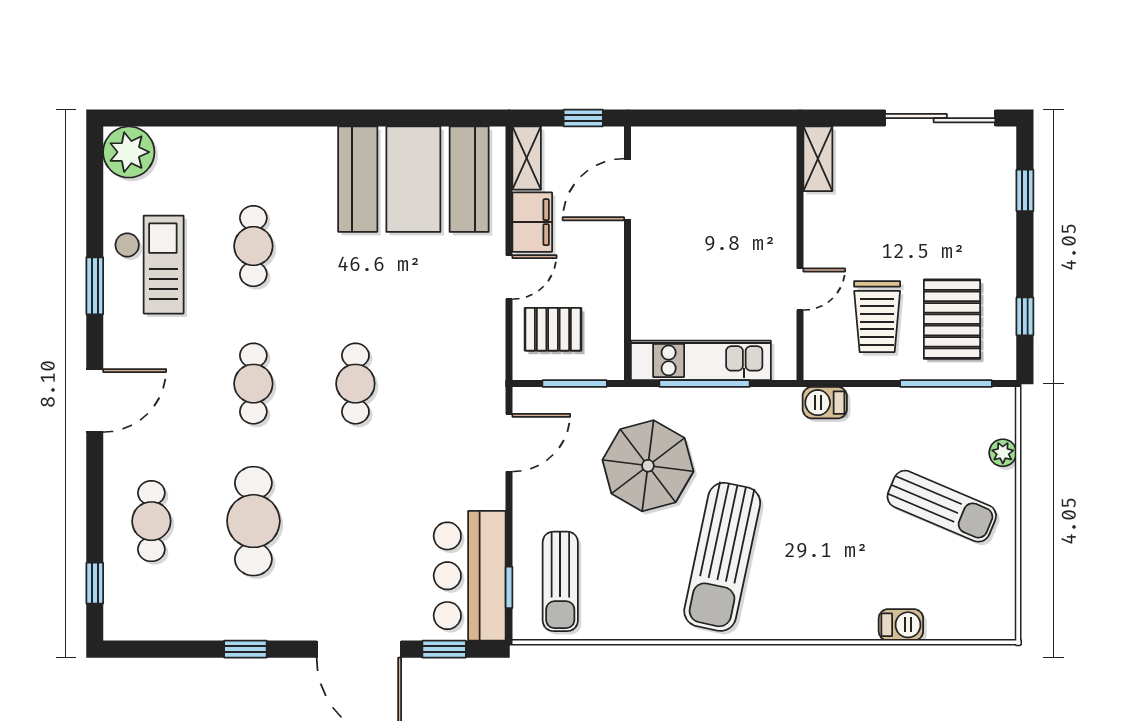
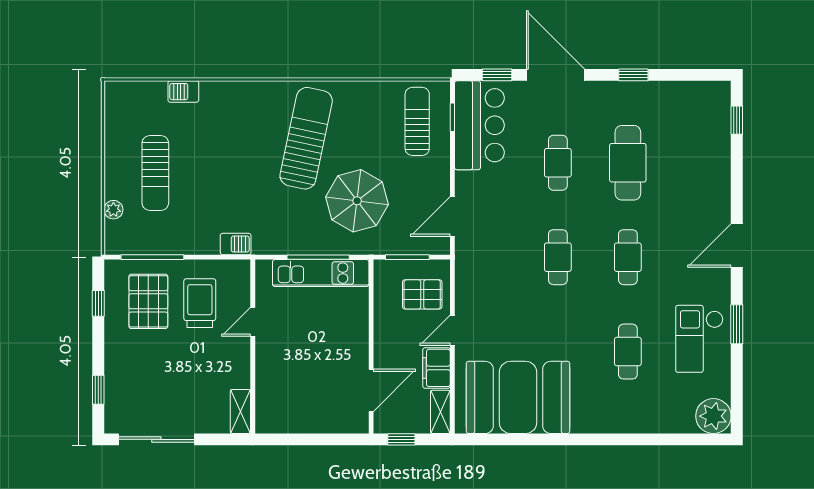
sun lounger: (942, 506) -> (155, 173), turned -113
cafe table: (151, 521) -> (558, 163), moved

